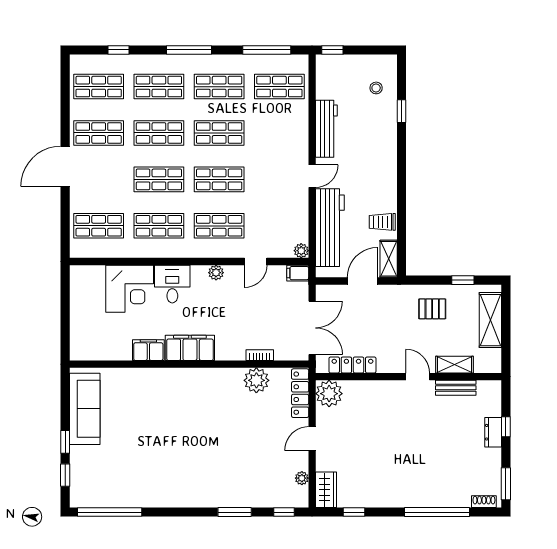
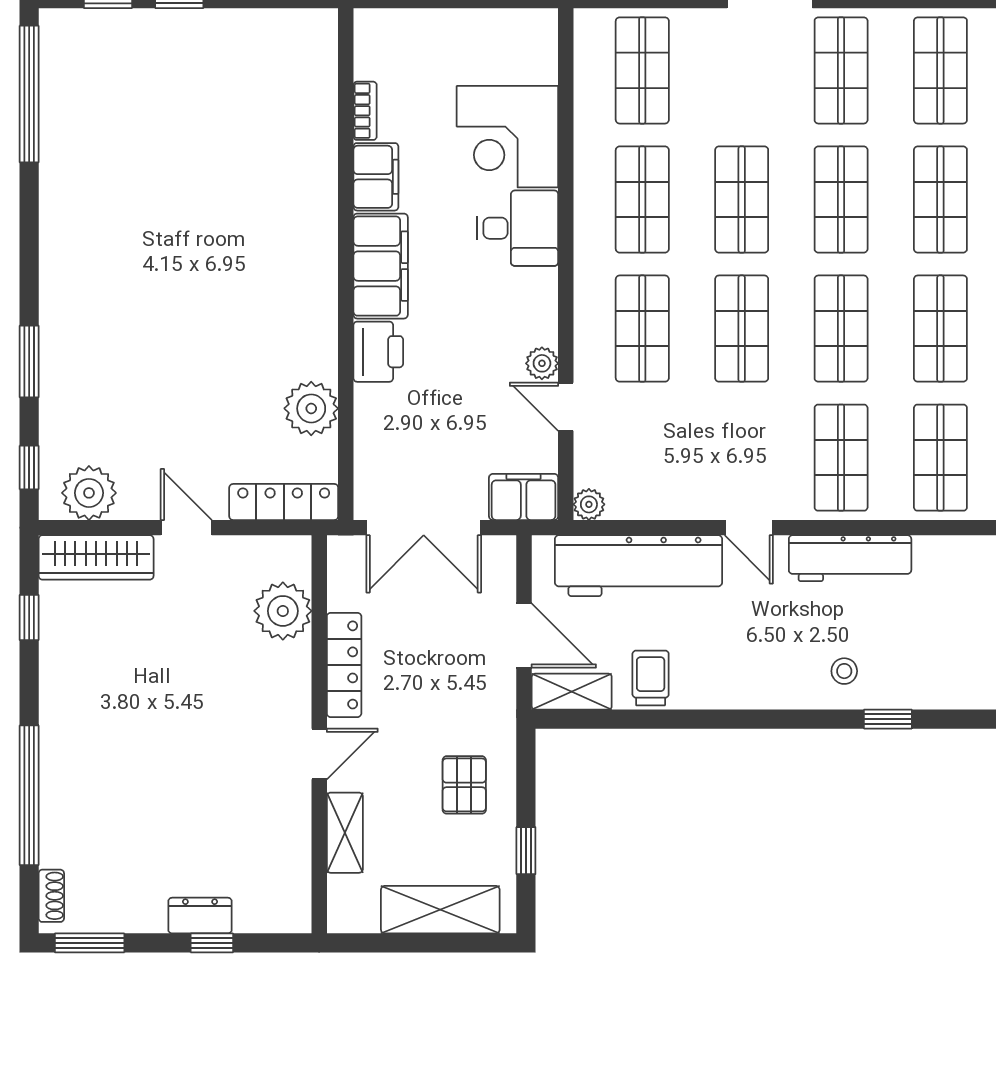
stool: (376, 88) -> (844, 671), moved
shop shelf: (279, 133) -> (841, 458), added
plant: (216, 273) -> (542, 363), moved
filing cabinet: (298, 273) -> (524, 497), width x2.00
printer: (230, 349) -> (378, 352), added
bookcase: (260, 355) -> (365, 111), moved
locker: (352, 365) -> (344, 665), moved
bench: (456, 388) -> (295, 835), removed
plant: (329, 394) -> (283, 611), moved
sofa: (85, 409) -> (250, 41), removed
plant: (302, 478) -> (89, 493), width x1.87, depth x1.87
wardrobe: (326, 490) -> (96, 557), width x1.50

